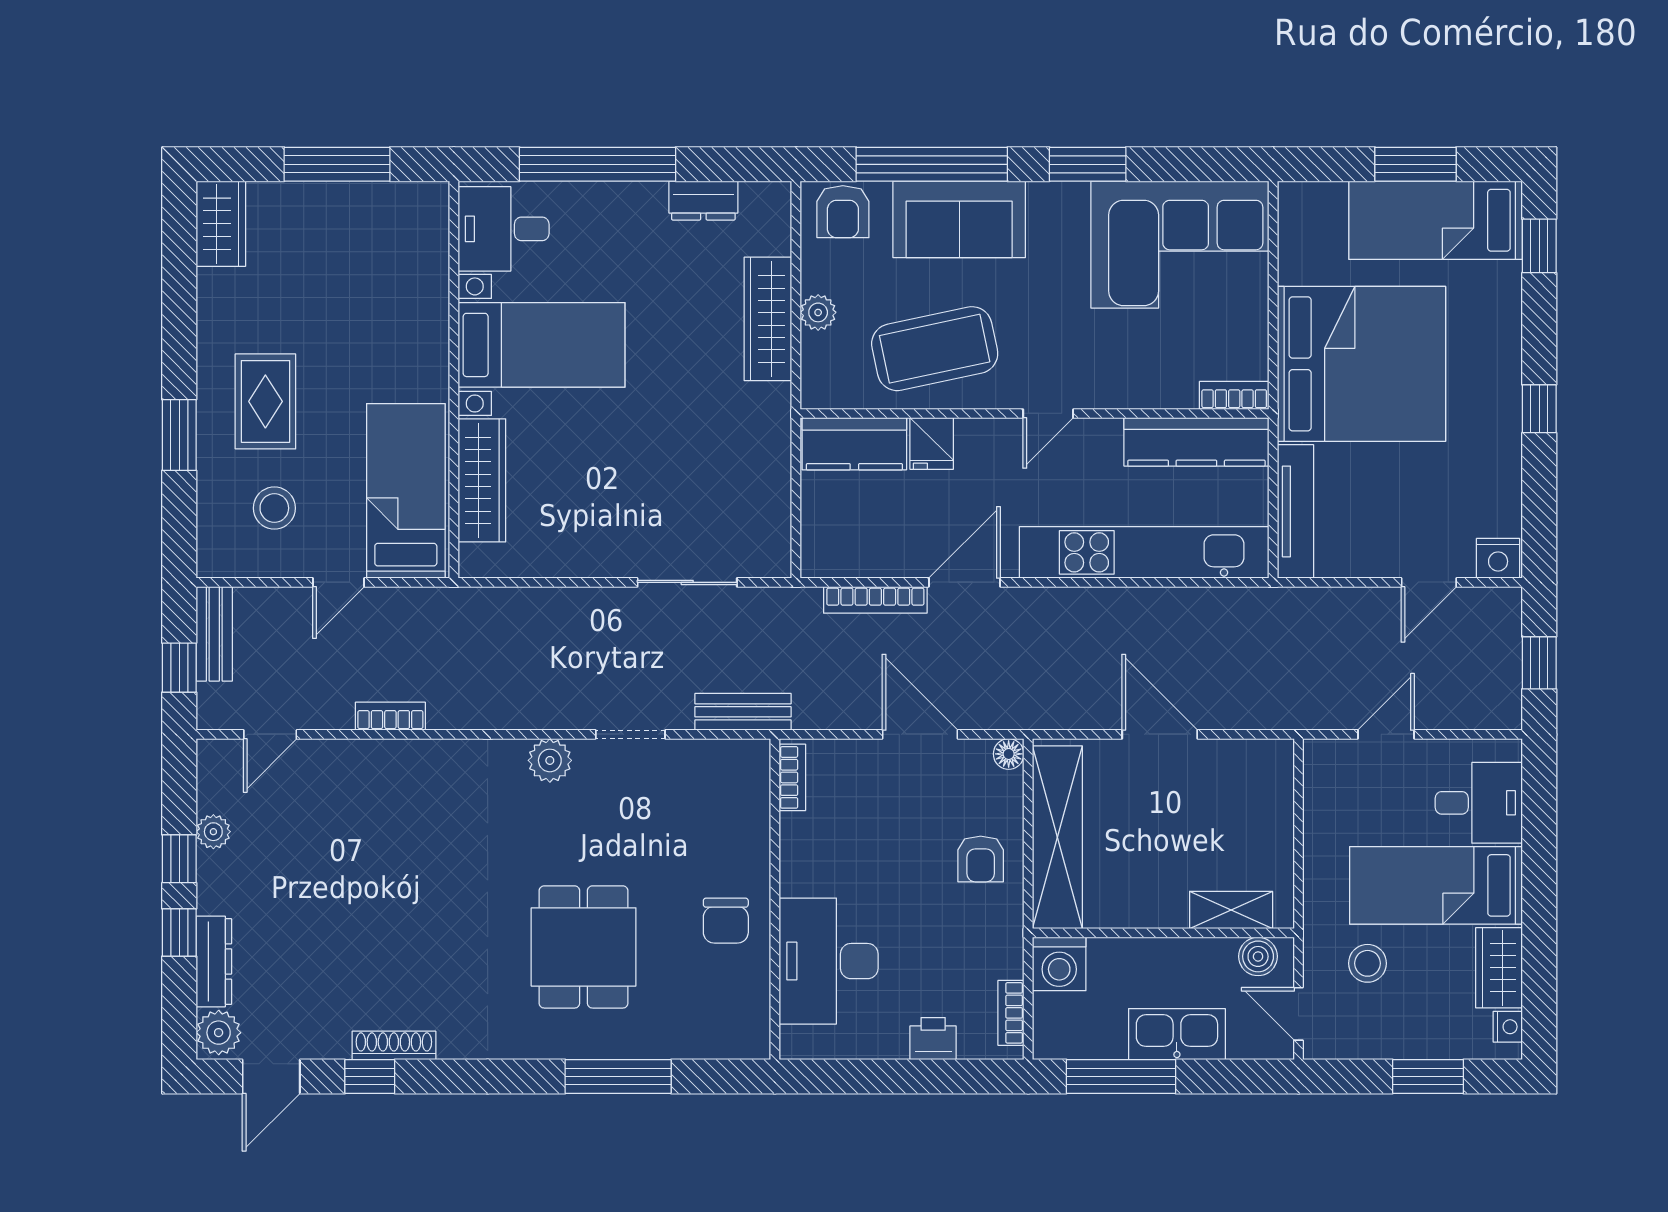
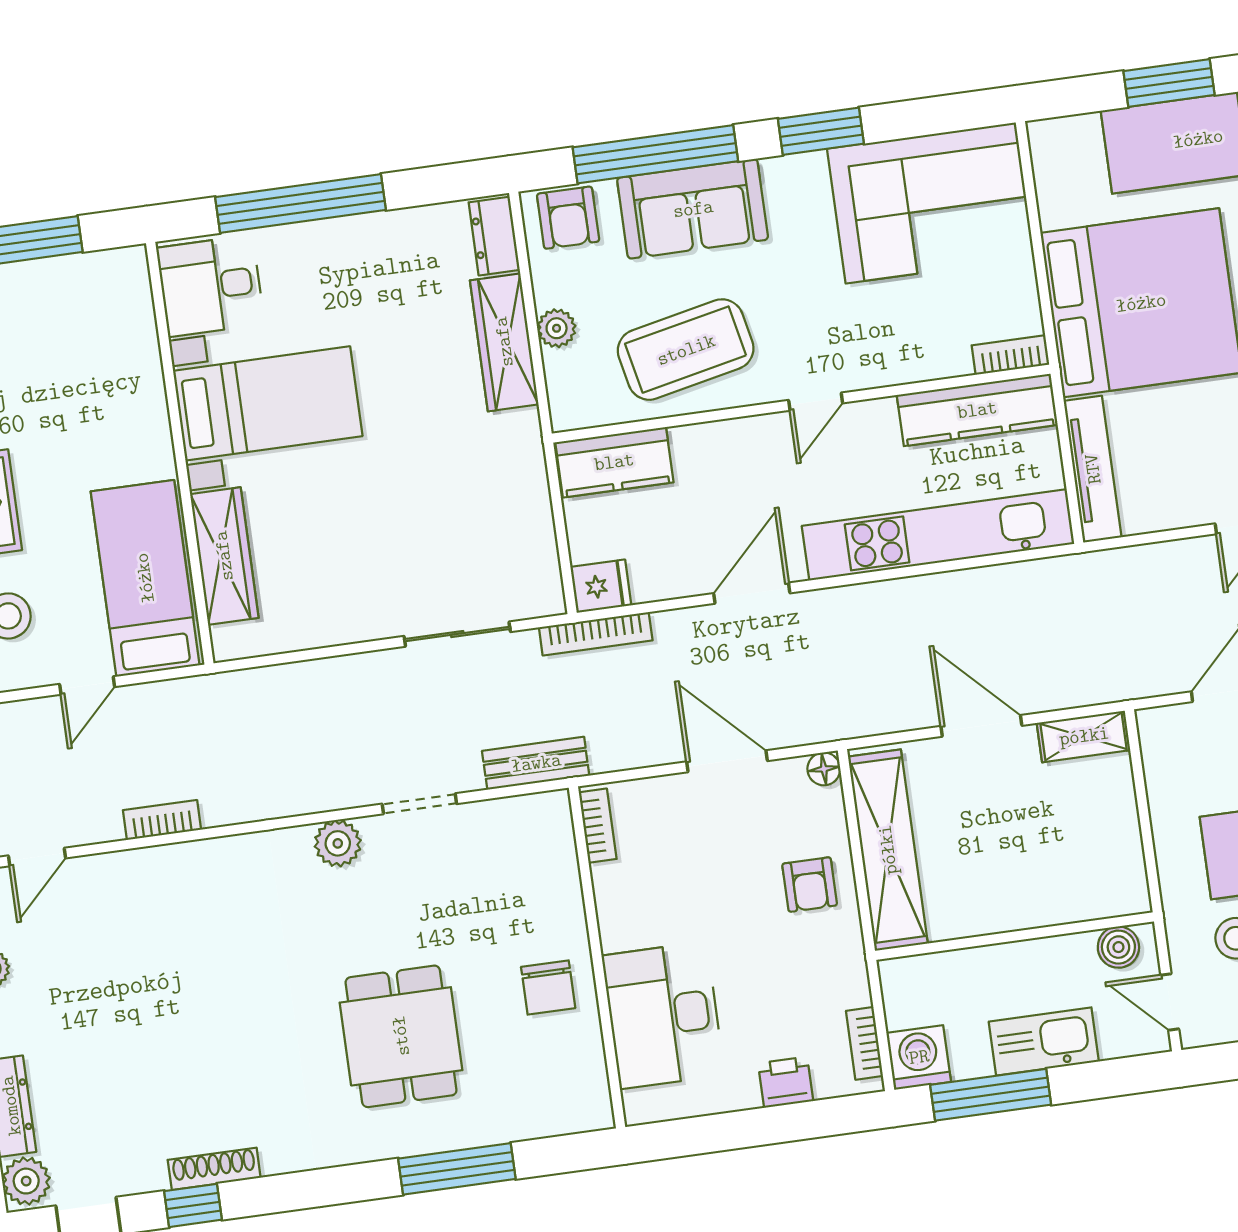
dresser: (703, 201) -> (494, 236), moved, turned 90
fridge: (932, 444) -> (601, 586), moved, turned -90
bookcase: (875, 600) -> (596, 634), moved
shelving: (1231, 910) -> (1084, 736), moved
washing machine: (1059, 964) -> (919, 1057), moved, turned 180

